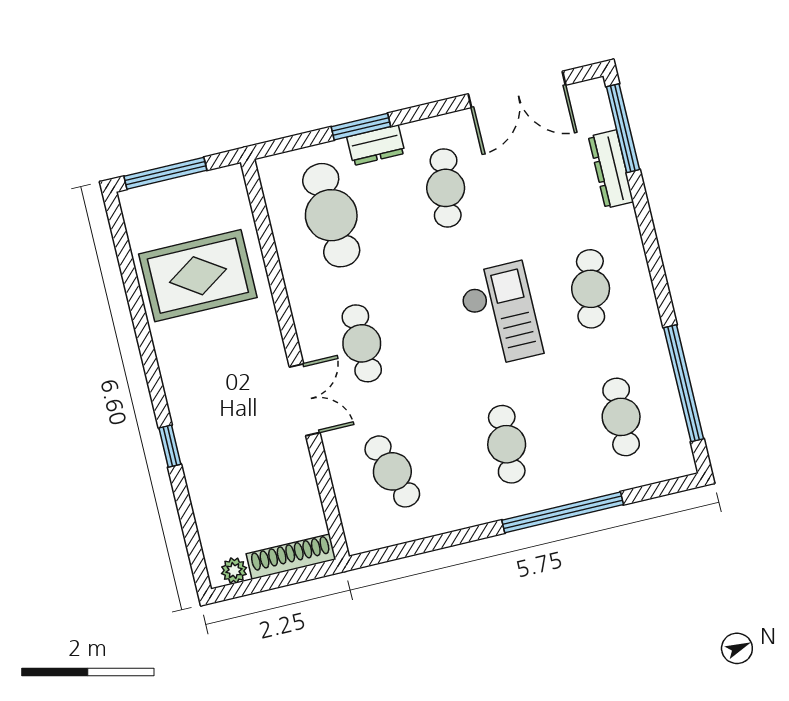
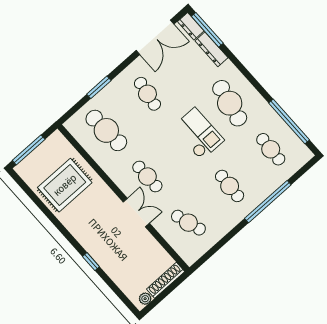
dresser: (376, 145) -> (191, 26), moved, turned 90
cafe table: (591, 289) -> (230, 103), width x1.37, depth x1.35

